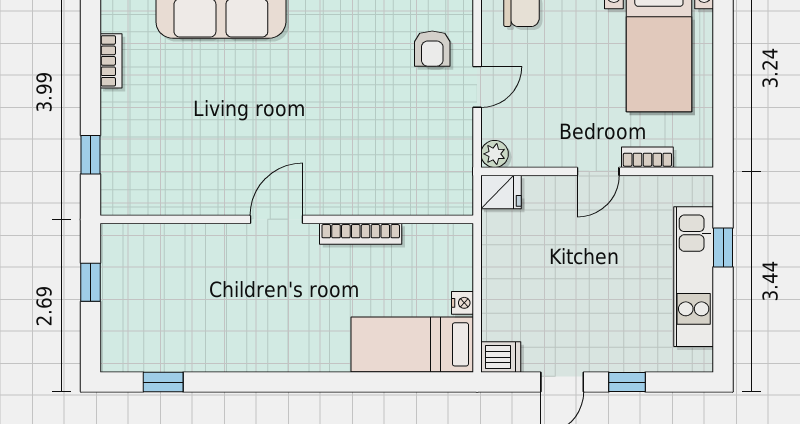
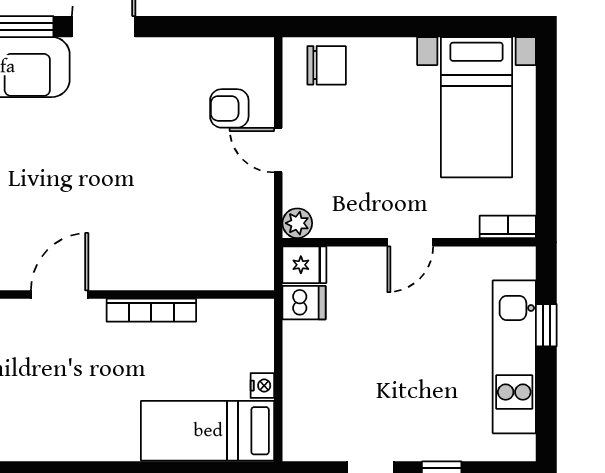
armchair: (432, 49) -> (229, 108), turned 90
door: (477, 87) -> (278, 150), swing flipped
bookcase: (647, 157) -> (508, 227), moved
dishwasher: (501, 357) -> (304, 303), moved

